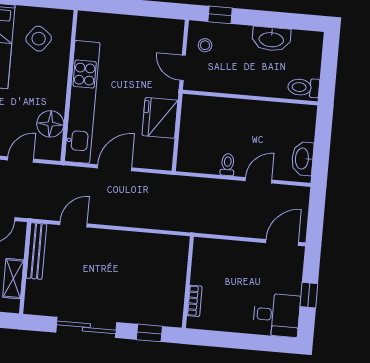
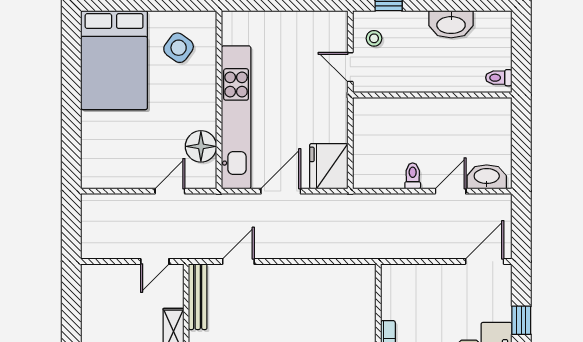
toilet: (303, 87) -> (499, 78), width x0.73, depth x0.72
fridge: (160, 118) -> (329, 166), moved
washbasin: (303, 159) -> (487, 177), moved, turned 90

